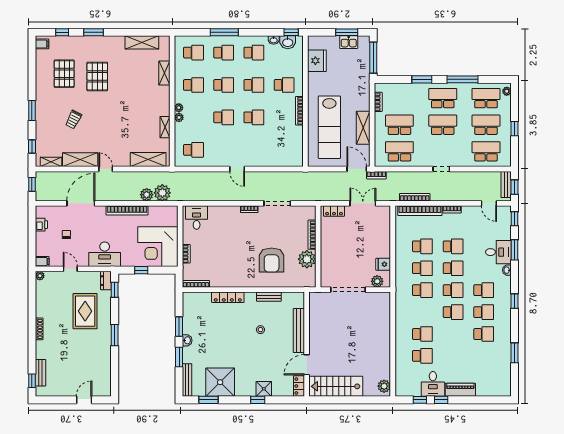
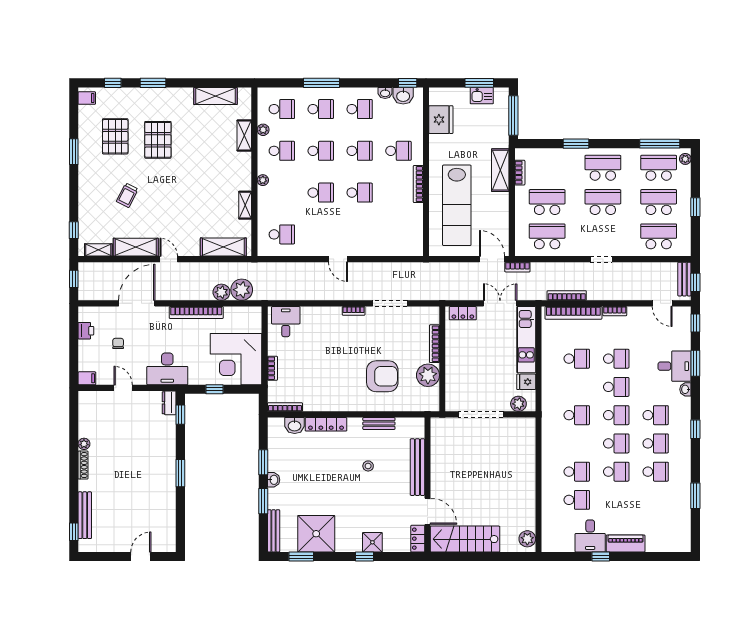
window: (462, 79) -> (660, 144), moved
window: (32, 110) -> (74, 152), moved
plant: (179, 117) -> (263, 130), moved
shelving: (363, 128) -> (500, 170), moved
kitchen unit: (383, 232) -> (526, 340), added
armchair: (272, 260) -> (382, 376), turned -90
school desk: (422, 268) -> (616, 472), moved
plant: (40, 276) -> (84, 444), moved
washbasin: (203, 298) -> (295, 426), added
rug: (85, 311) -> (142, 442), removed
door: (307, 365) -> (427, 511), swing flipped
bench: (41, 373) -> (85, 515), width x1.36
window: (420, 400) -> (573, 557), removed

